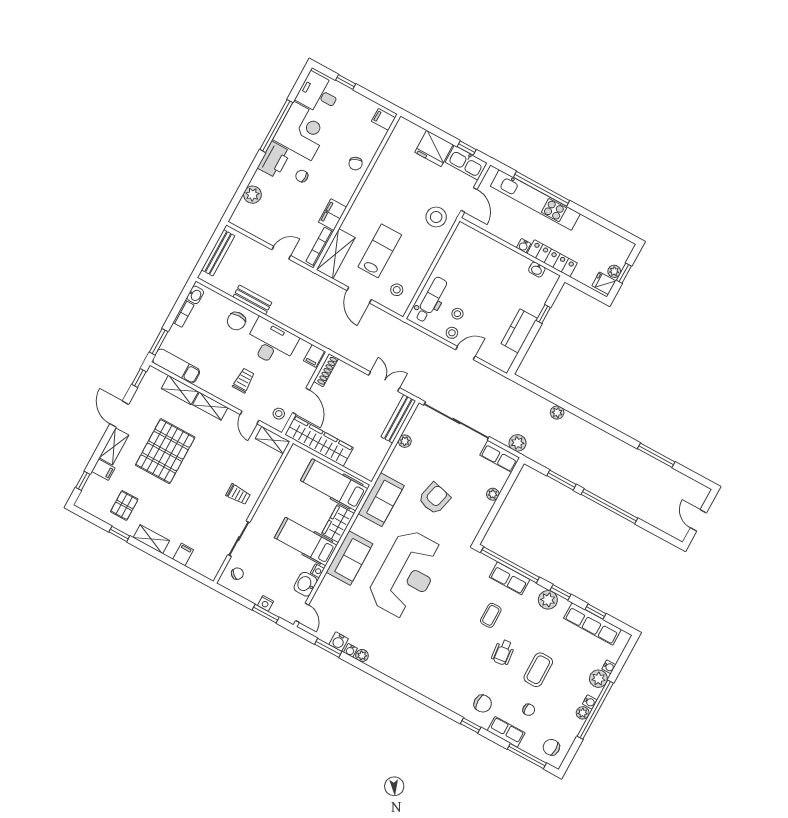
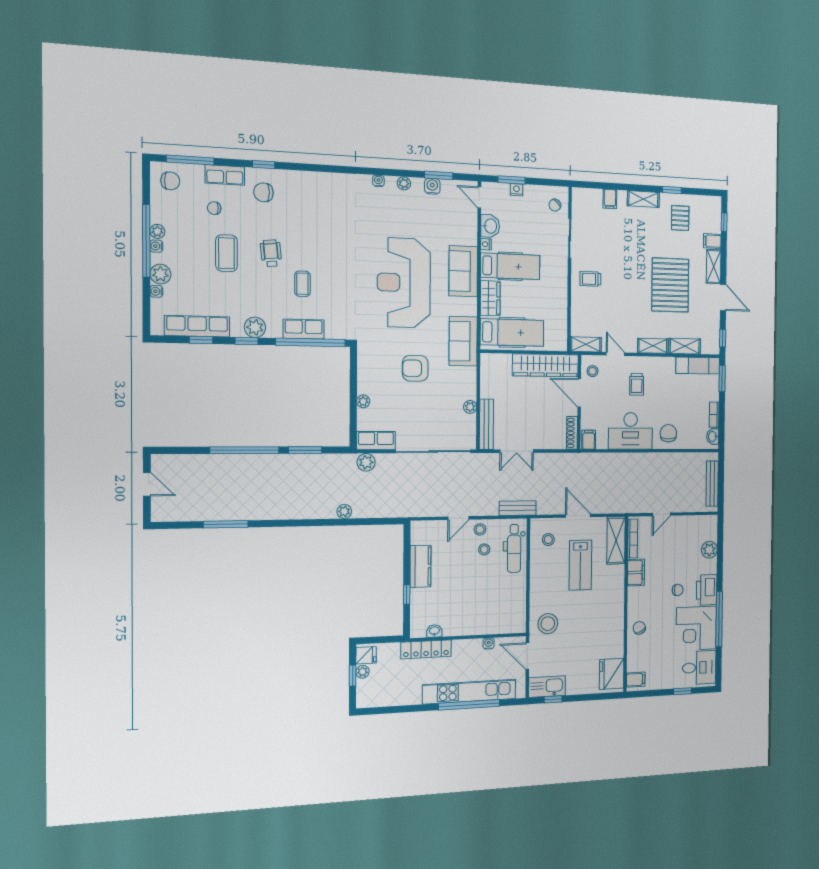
fridge: (434, 148) -> (612, 674), moved, turned -90
water cooler: (524, 246) -> (489, 643), moved
bench: (252, 300) -> (518, 508), moved
armchair: (434, 498) -> (415, 368), turned 76
water cooler: (350, 650) -> (378, 181), moved

